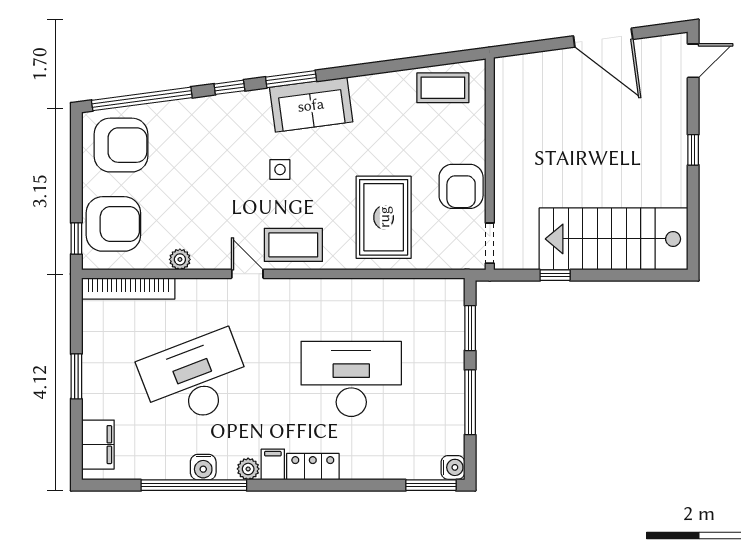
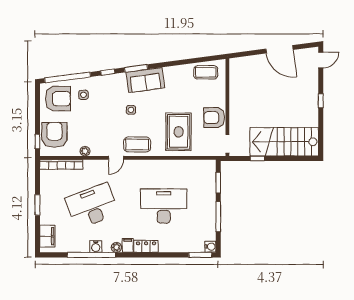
side table: (177, 137) -> (83, 95), added
armchair: (461, 186) -> (214, 118), turned 90
armchair: (113, 224) -> (54, 135), turned -90
door: (247, 274) -> (116, 158), swing flipped

